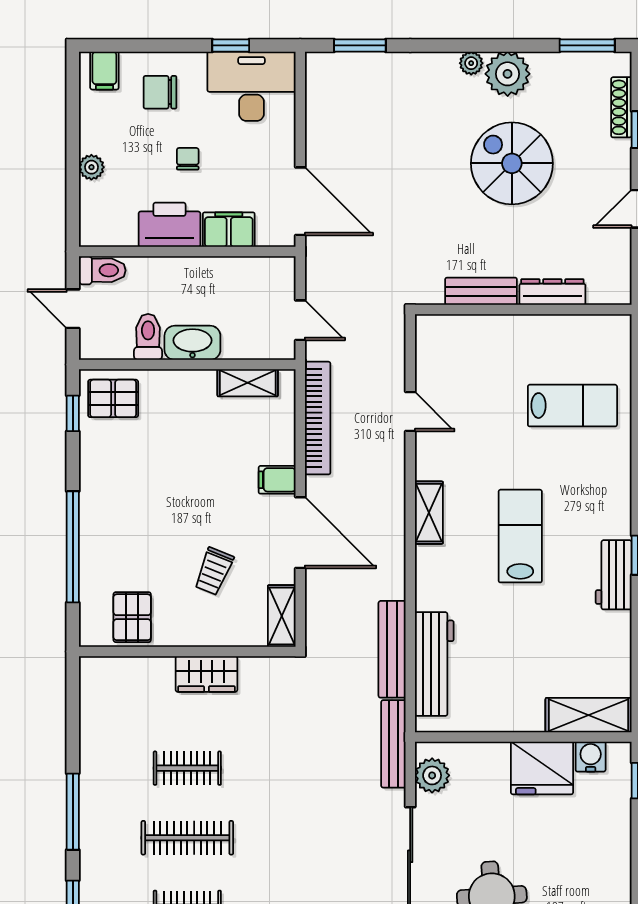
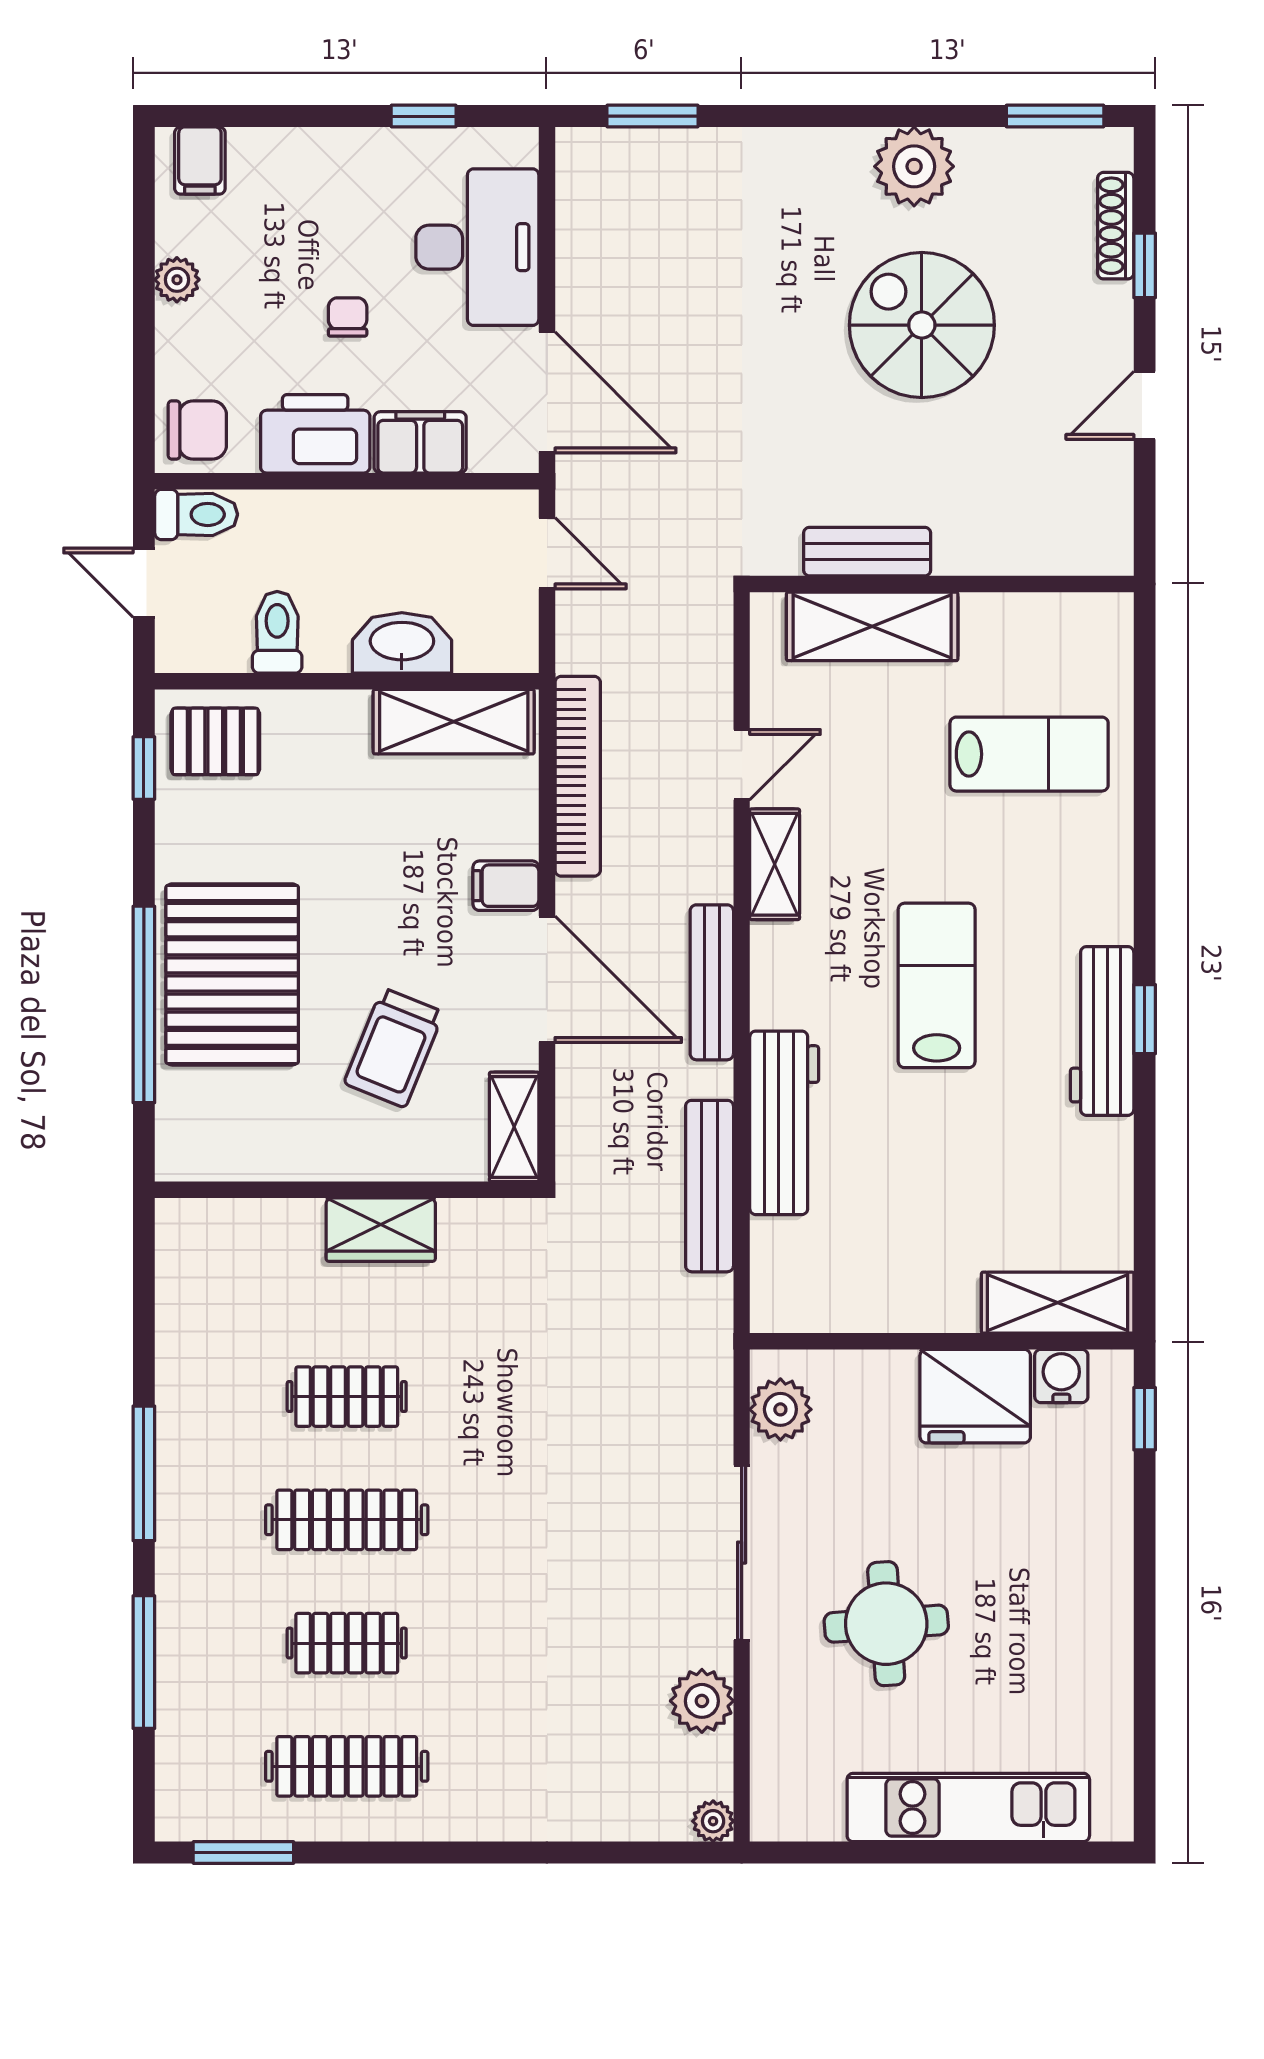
plant: (471, 63) -> (850, 147), removed
desk: (251, 86) -> (477, 247), moved, turned 90
chair: (160, 92) -> (197, 430), moved, turned 180
plant: (91, 167) -> (177, 280), moved
dresser: (552, 292) -> (994, 553), removed
door: (300, 320) -> (547, 553), moved
shelving: (484, 333) -> (872, 626), added
washbasin: (192, 343) -> (402, 643), moved
shelving: (248, 383) -> (454, 722), width x1.50, depth x1.33
door: (410, 412) -> (742, 765), hinge flipped
shelving: (429, 513) -> (775, 864), moved
trolley: (214, 571) -> (394, 1048), width x1.36, depth x1.39
workbench: (614, 575) -> (1102, 1031), width x1.38
pallet: (132, 617) -> (232, 974), moved, width x2.05, depth x2.00
workbench: (434, 664) -> (784, 1123), moved
bench: (393, 744) -> (712, 982), moved

